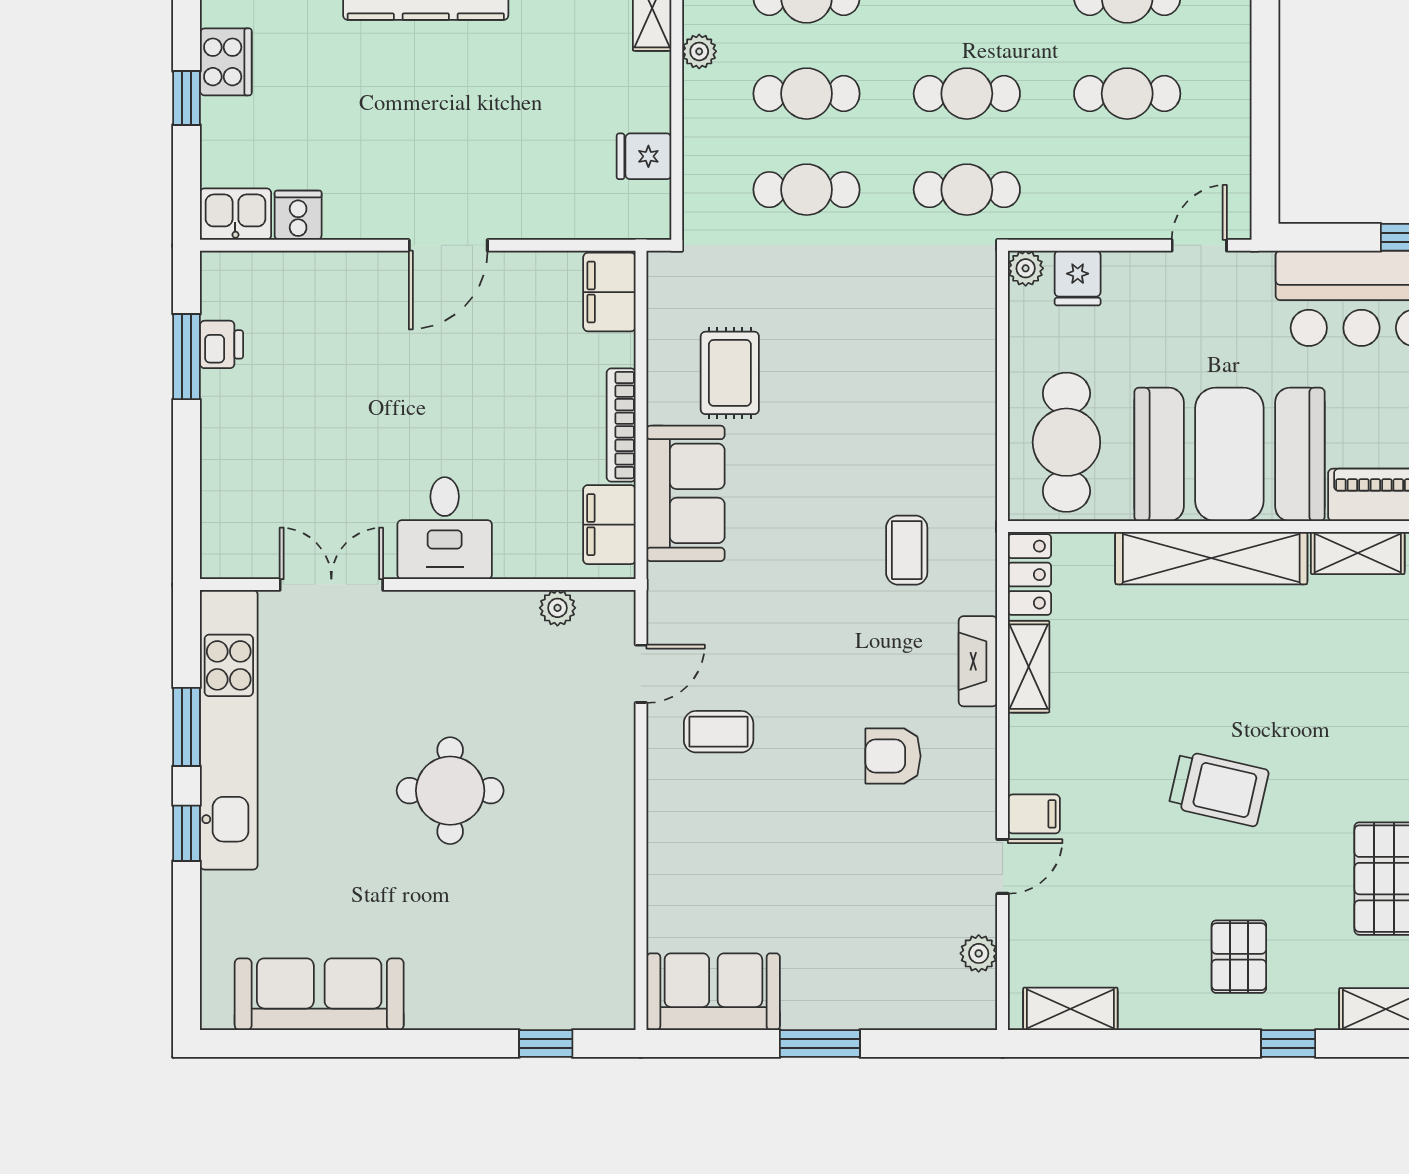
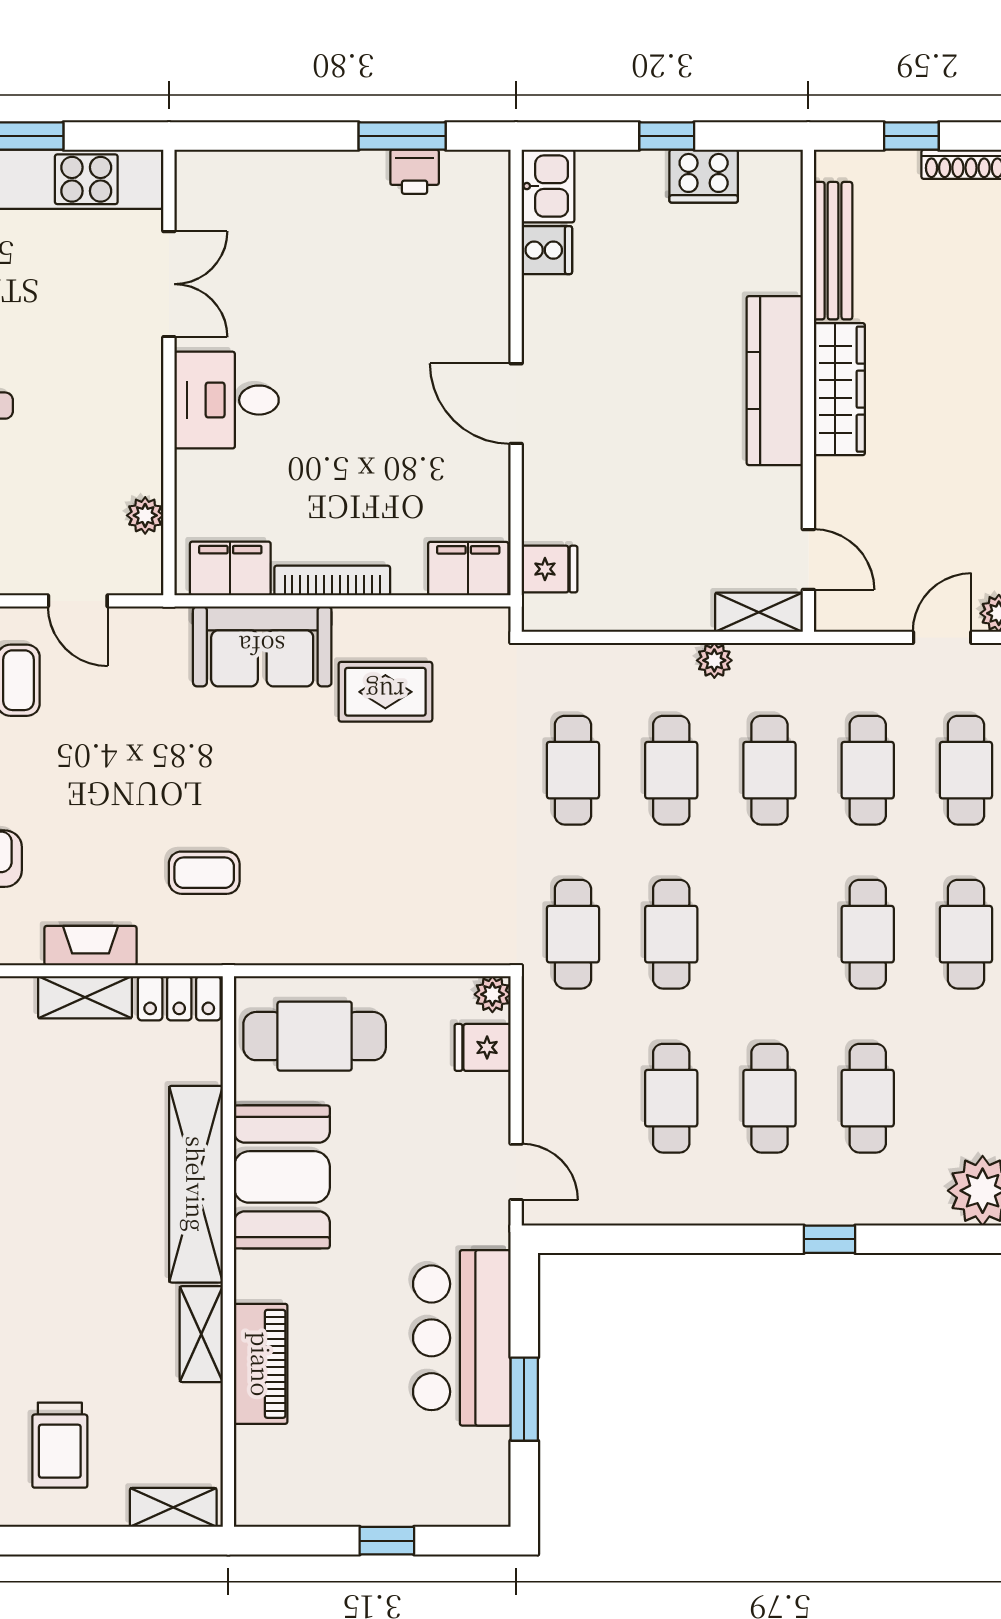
fridge: (644, 156) -> (549, 569), moved, turned 90
booth: (1229, 454) -> (282, 1177), width x0.73, depth x0.70

